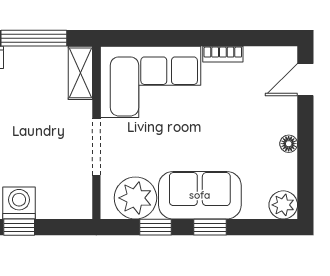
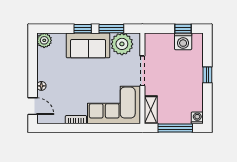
door: (305, 80) -> (33, 106), hinge flipped
floor lamp: (289, 144) -> (41, 86), moved
window: (156, 227) -> (111, 29), width x1.50

